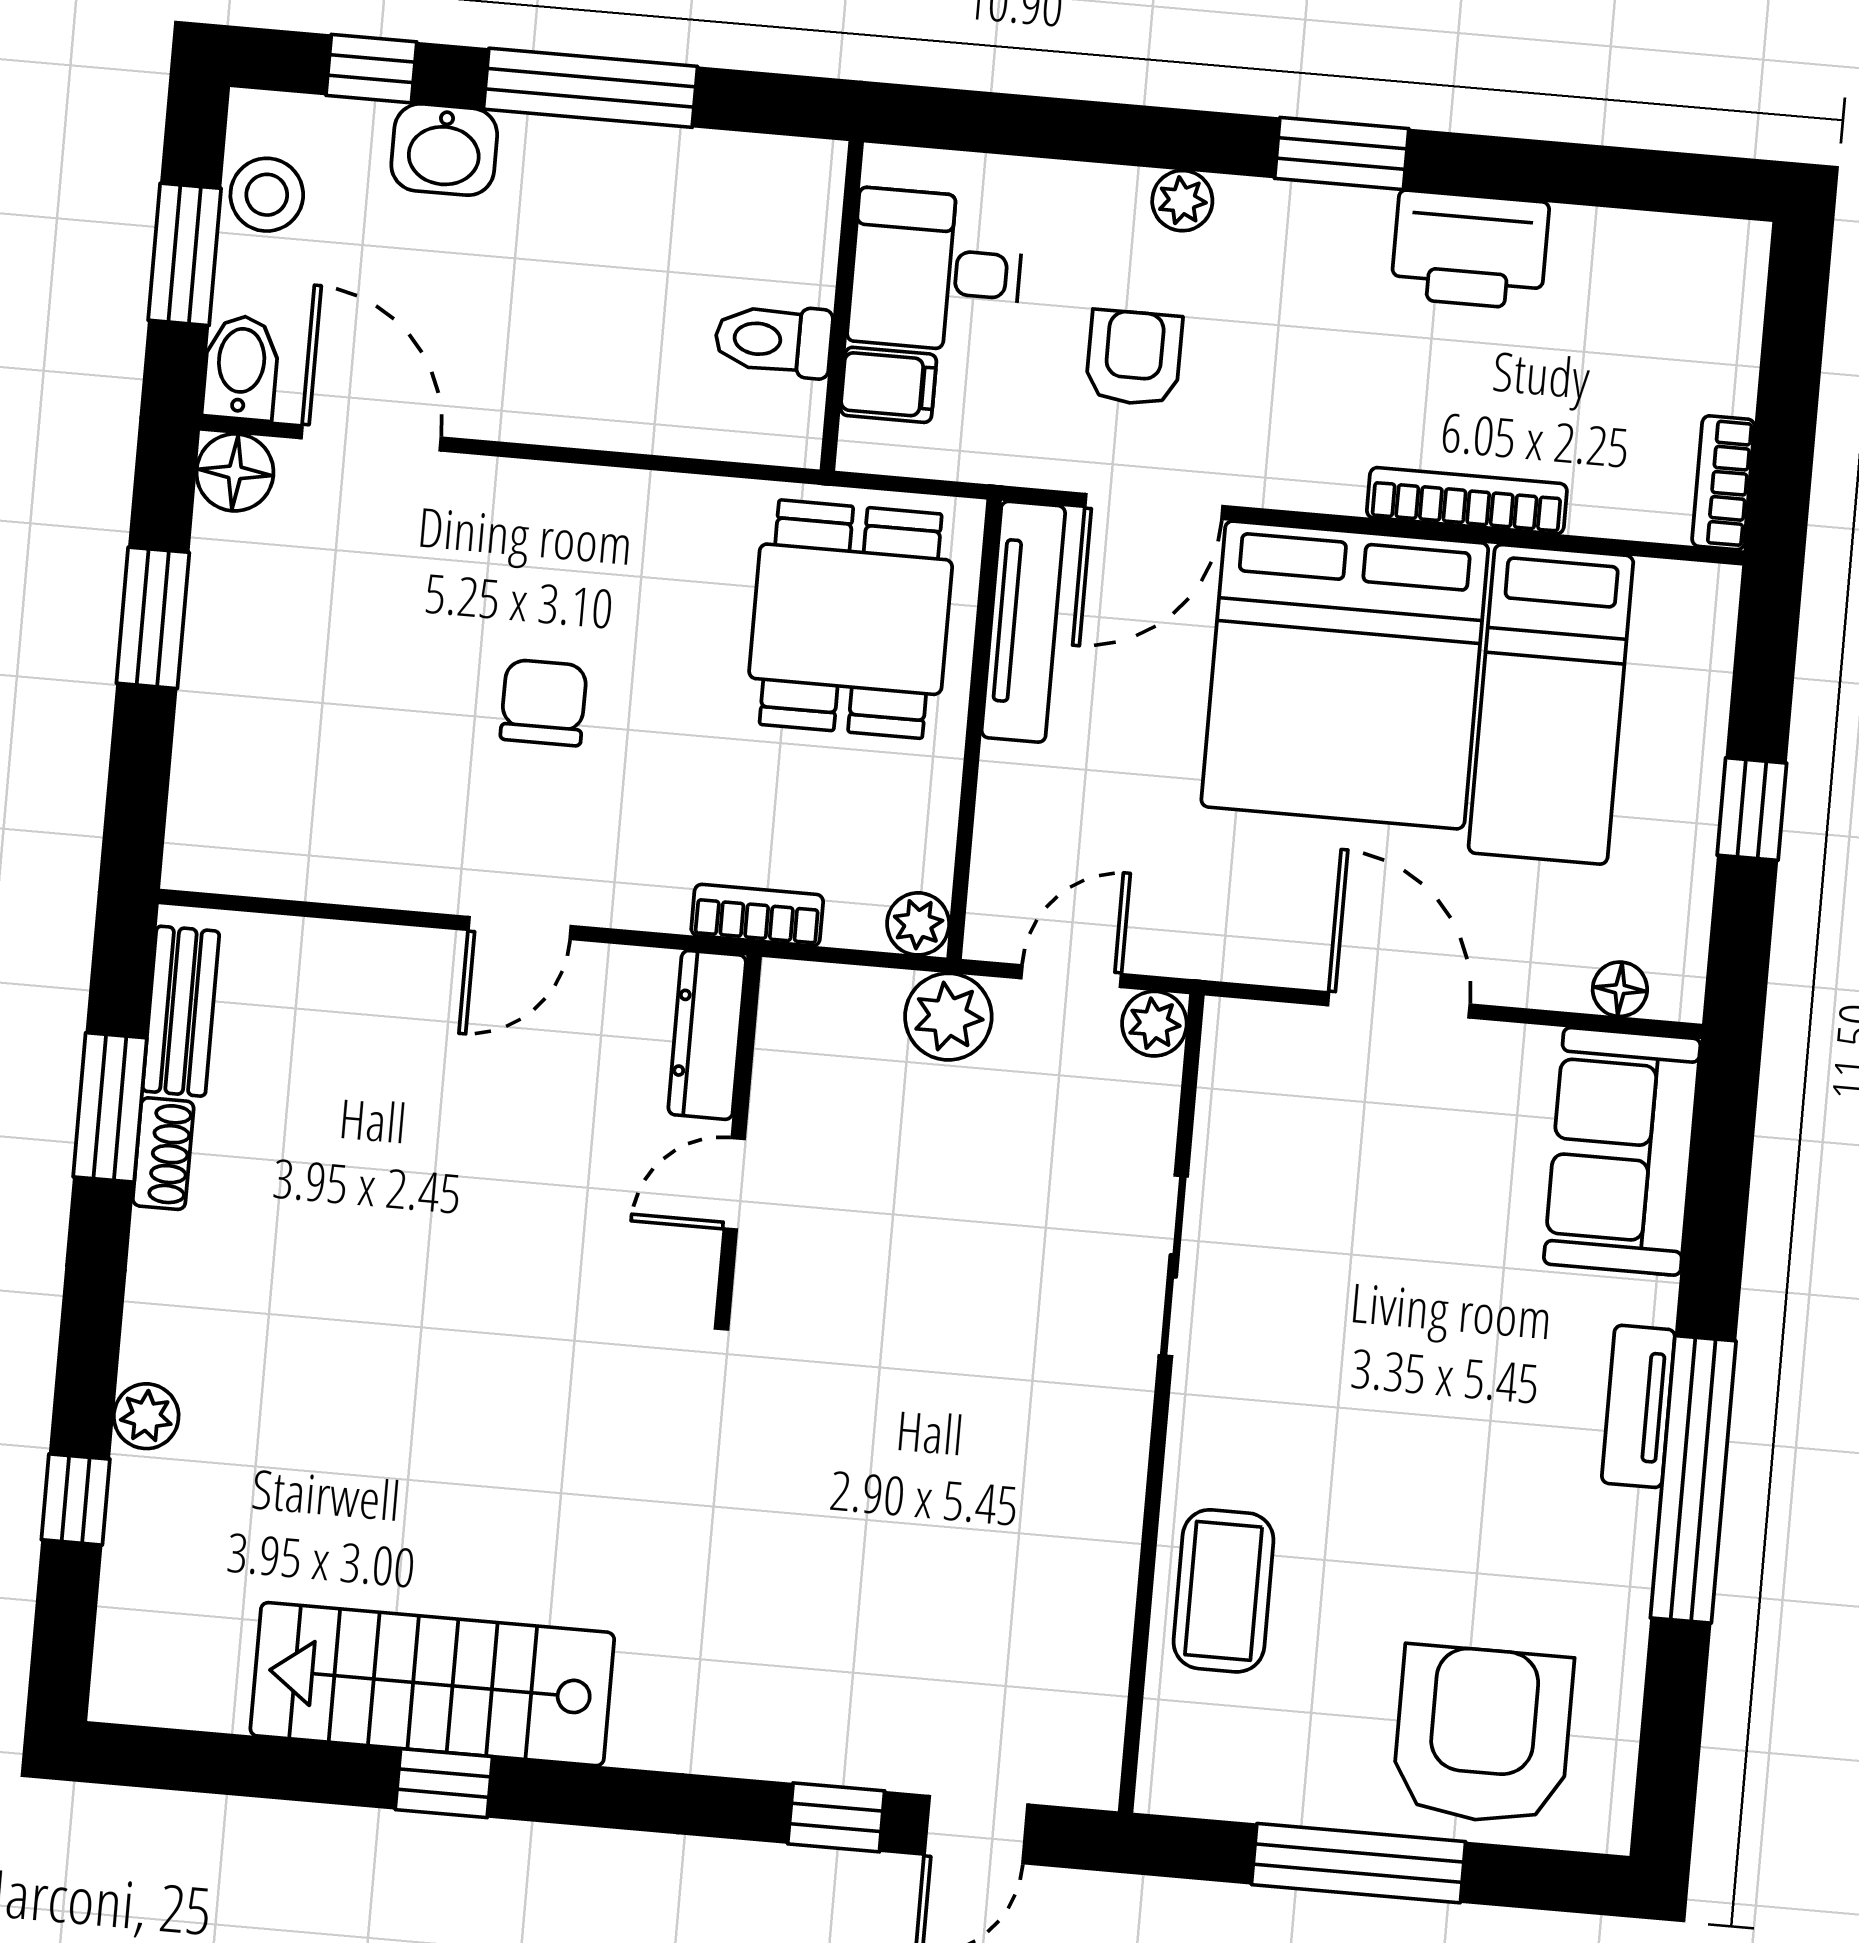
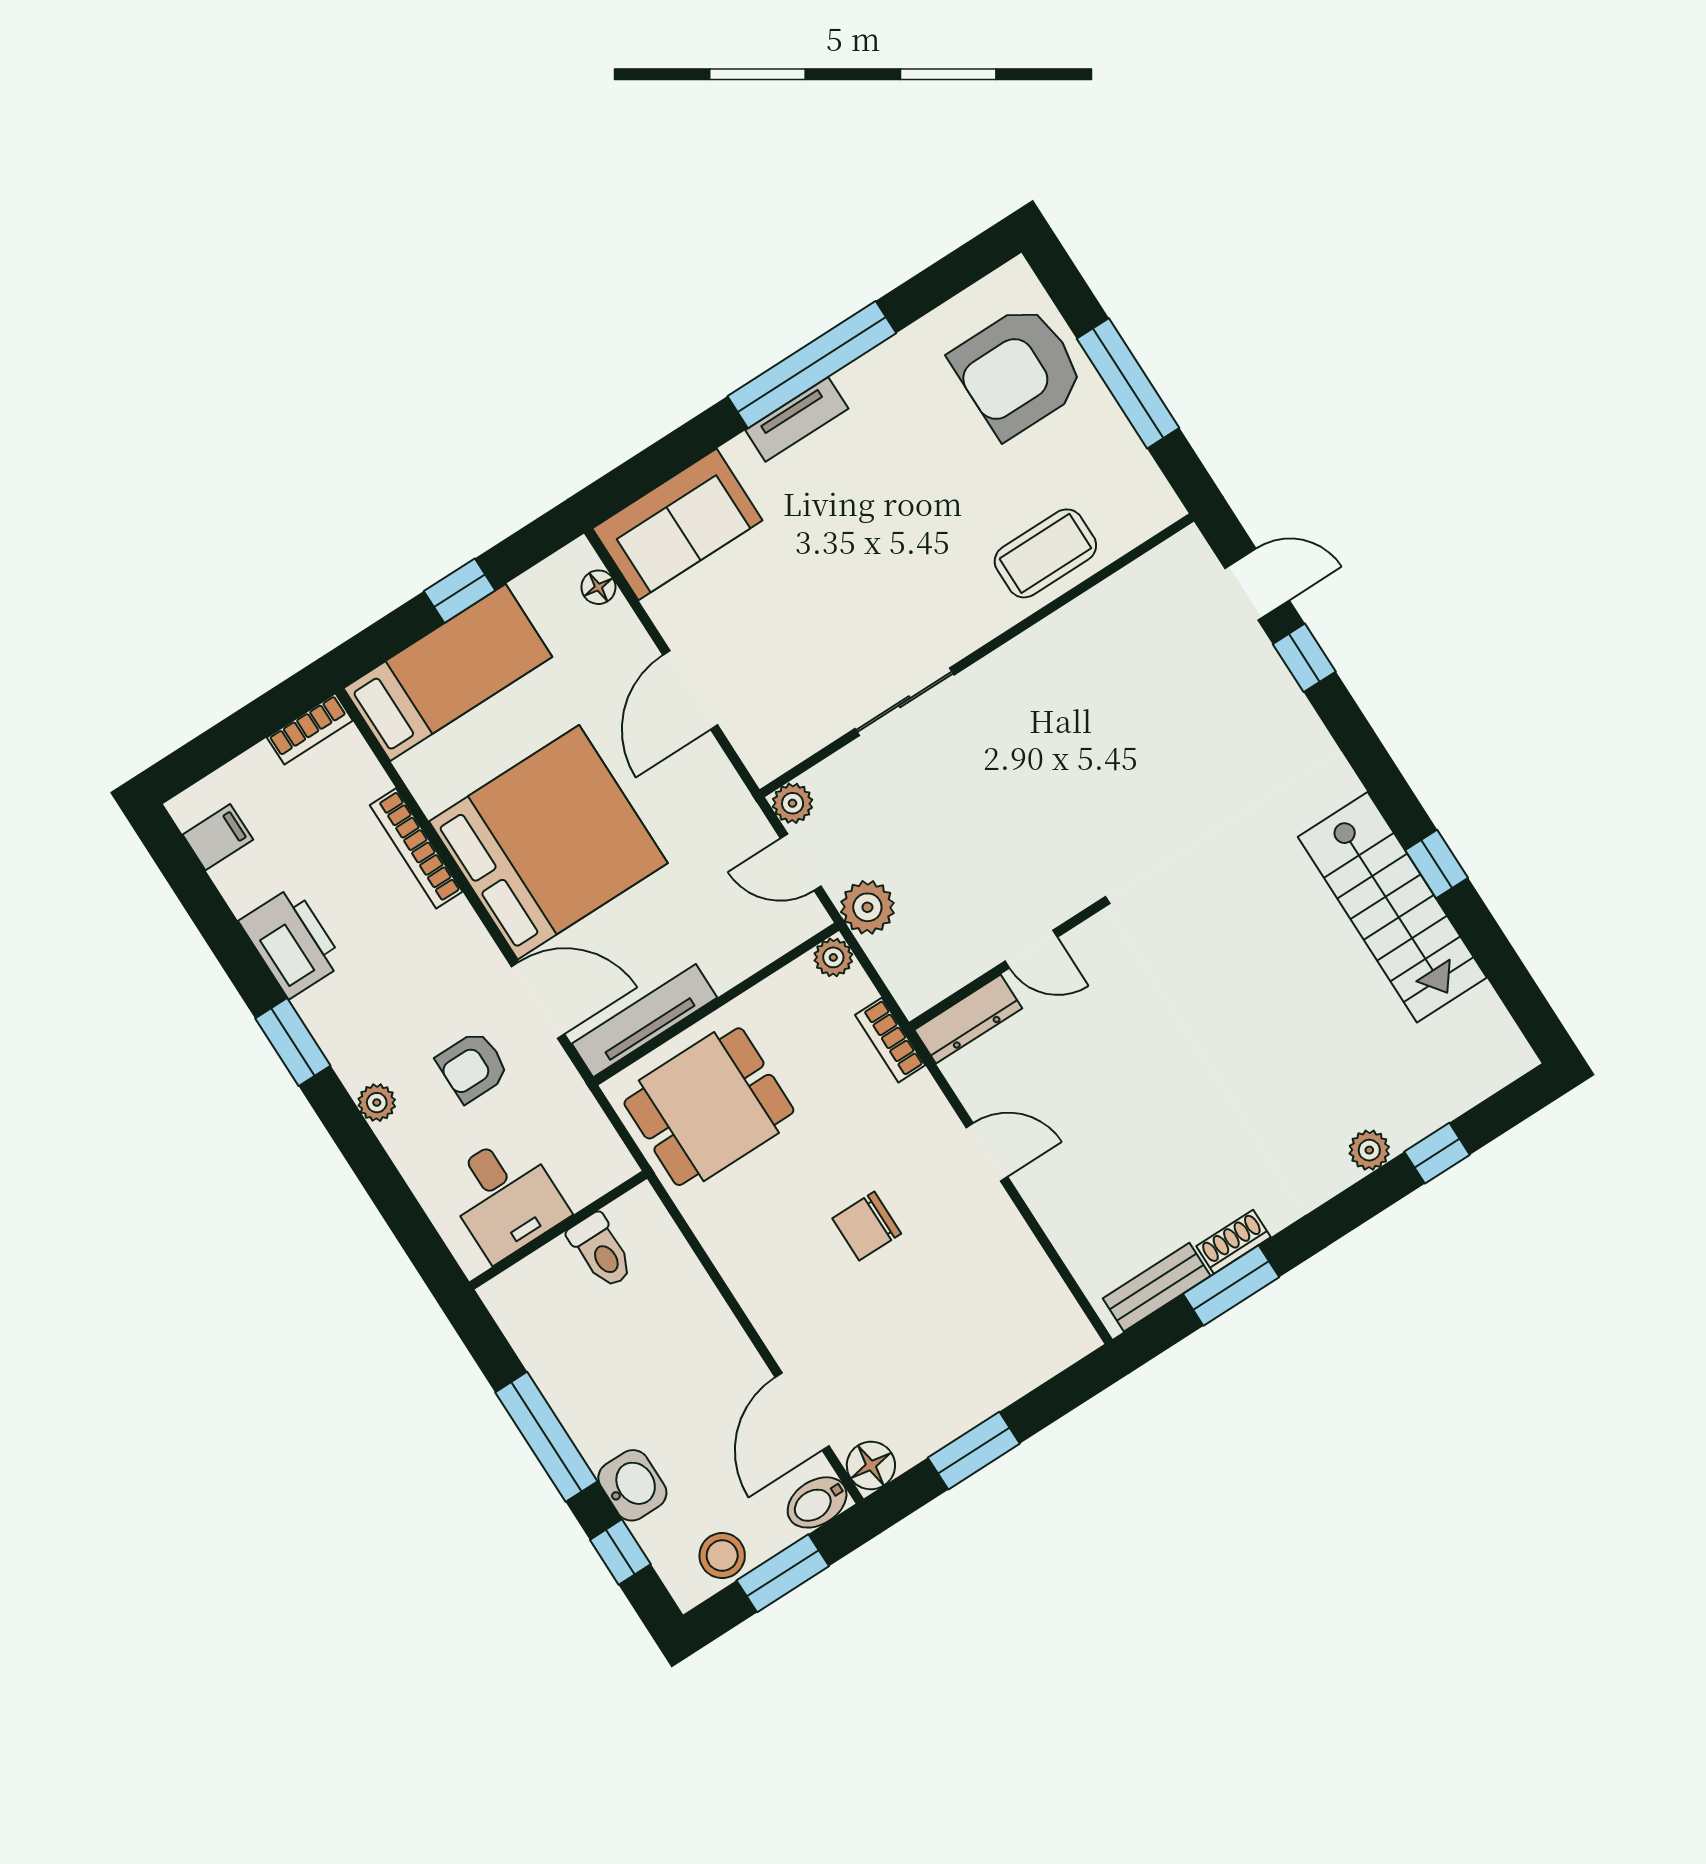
filing cabinet: (888, 385) -> (218, 837), moved, turned 90
bed: (1551, 704) -> (448, 672), moved

